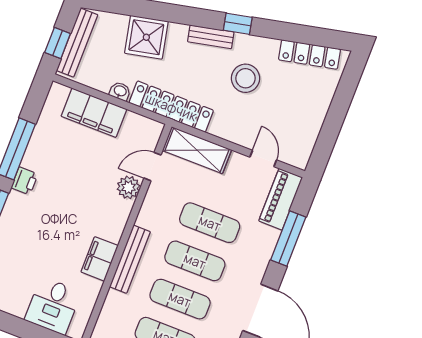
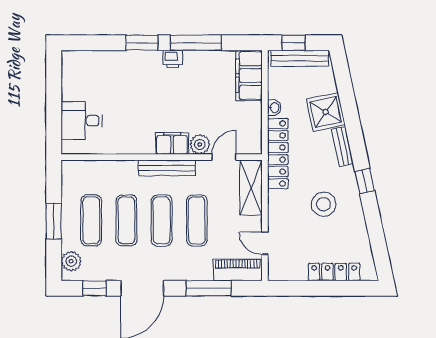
bench: (211, 37) -> (342, 146), moved
locker: (309, 54) -> (334, 272), moved, turned 102
filing cabinet: (94, 113) -> (249, 76), moved
door: (263, 159) -> (265, 243), swing flipped
door: (152, 167) -> (224, 157), hinge flipped
filing cabinet: (100, 259) -> (172, 143), moved
bench: (130, 259) -> (167, 168), moved

